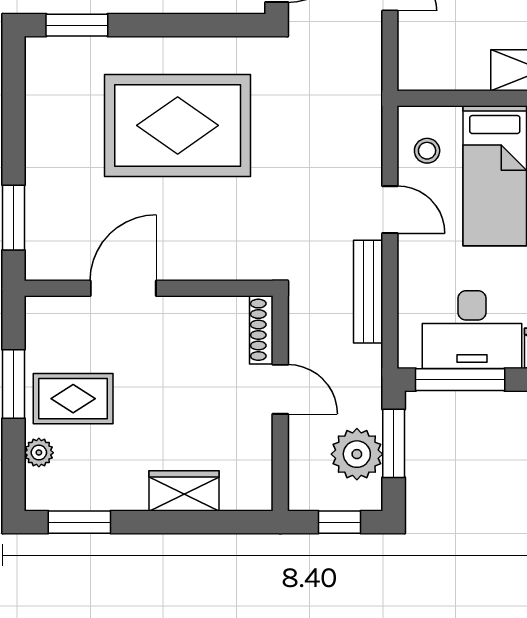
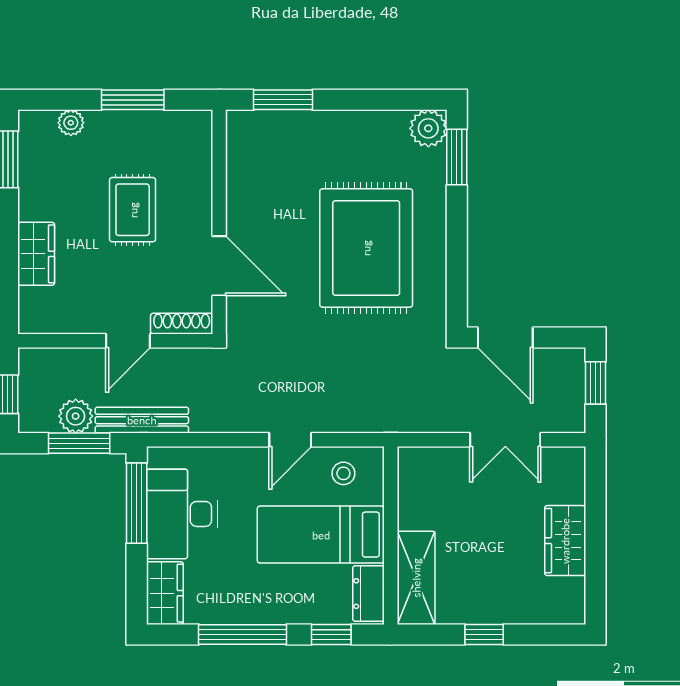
plant: (45, 57) -> (428, 128), added
door: (123, 288) -> (219, 266), moved
bench: (368, 292) -> (142, 420), moved
rug: (73, 399) -> (133, 210), moved
plant: (357, 454) -> (76, 416), width x0.73, depth x0.73

